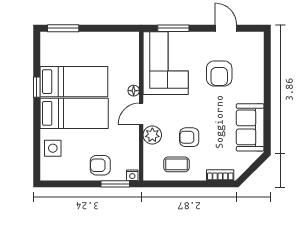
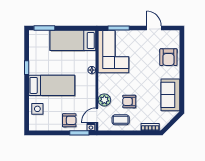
armchair: (219, 73) -> (168, 57), moved
bed: (74, 82) -> (73, 40), moved, turned 180
door: (141, 114) -> (97, 115), moved
armchair: (100, 165) -> (69, 120), turned 180

